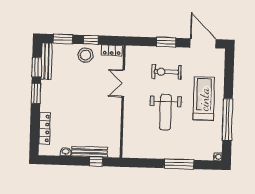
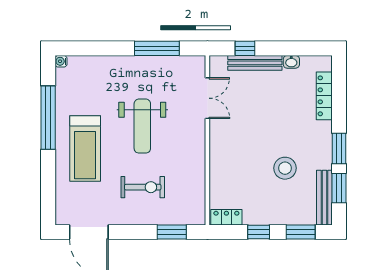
window: (166, 42) -> (172, 232), moved
stool: (86, 55) -> (285, 168), moved
double door: (123, 83) -> (207, 98), moved
weight bench: (165, 112) -> (142, 126), turned 180
window: (179, 164) -> (157, 48), moved

